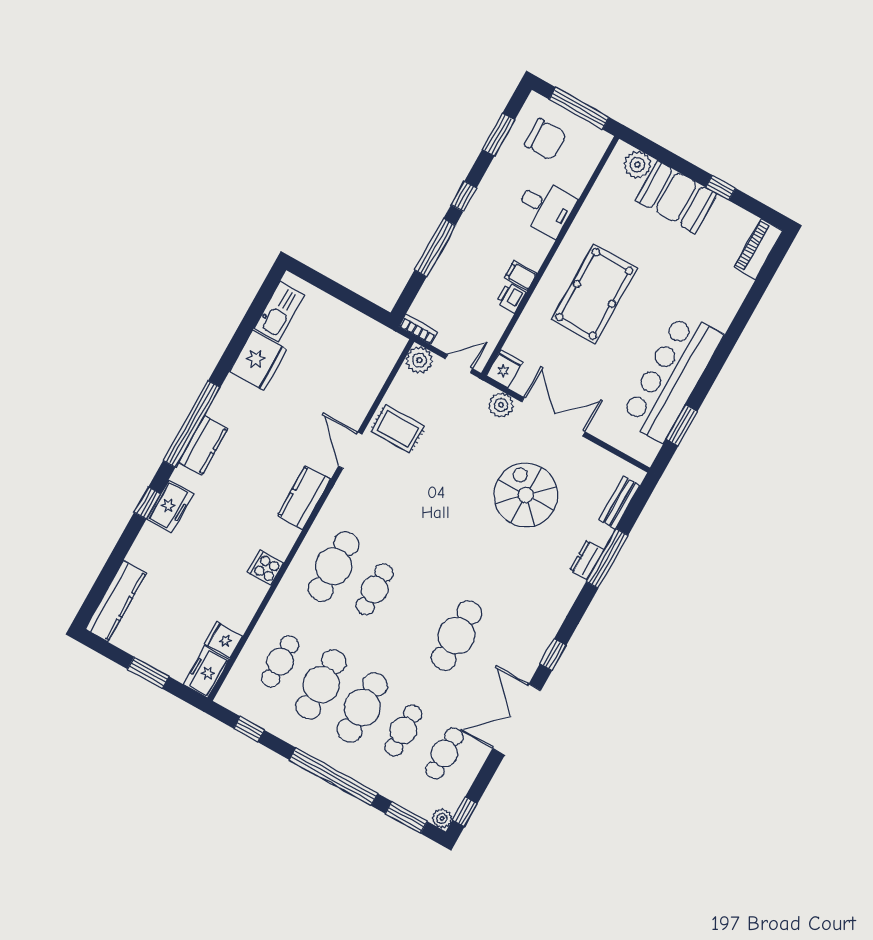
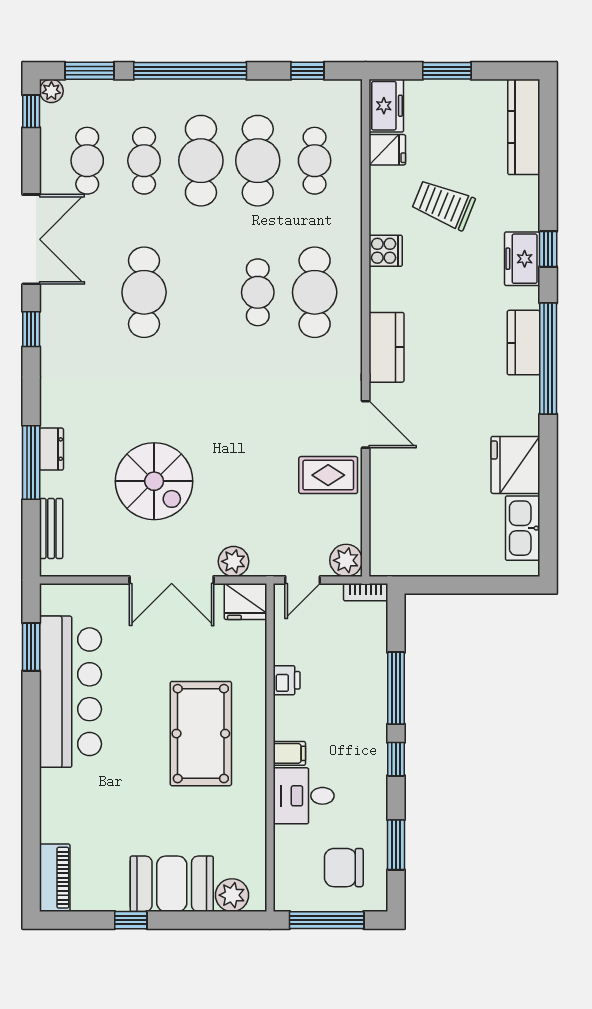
filing cabinet: (521, 276) -> (289, 753), moved
fridge: (504, 369) -> (245, 601), width x1.38
trolley: (205, 577) -> (443, 205), added

